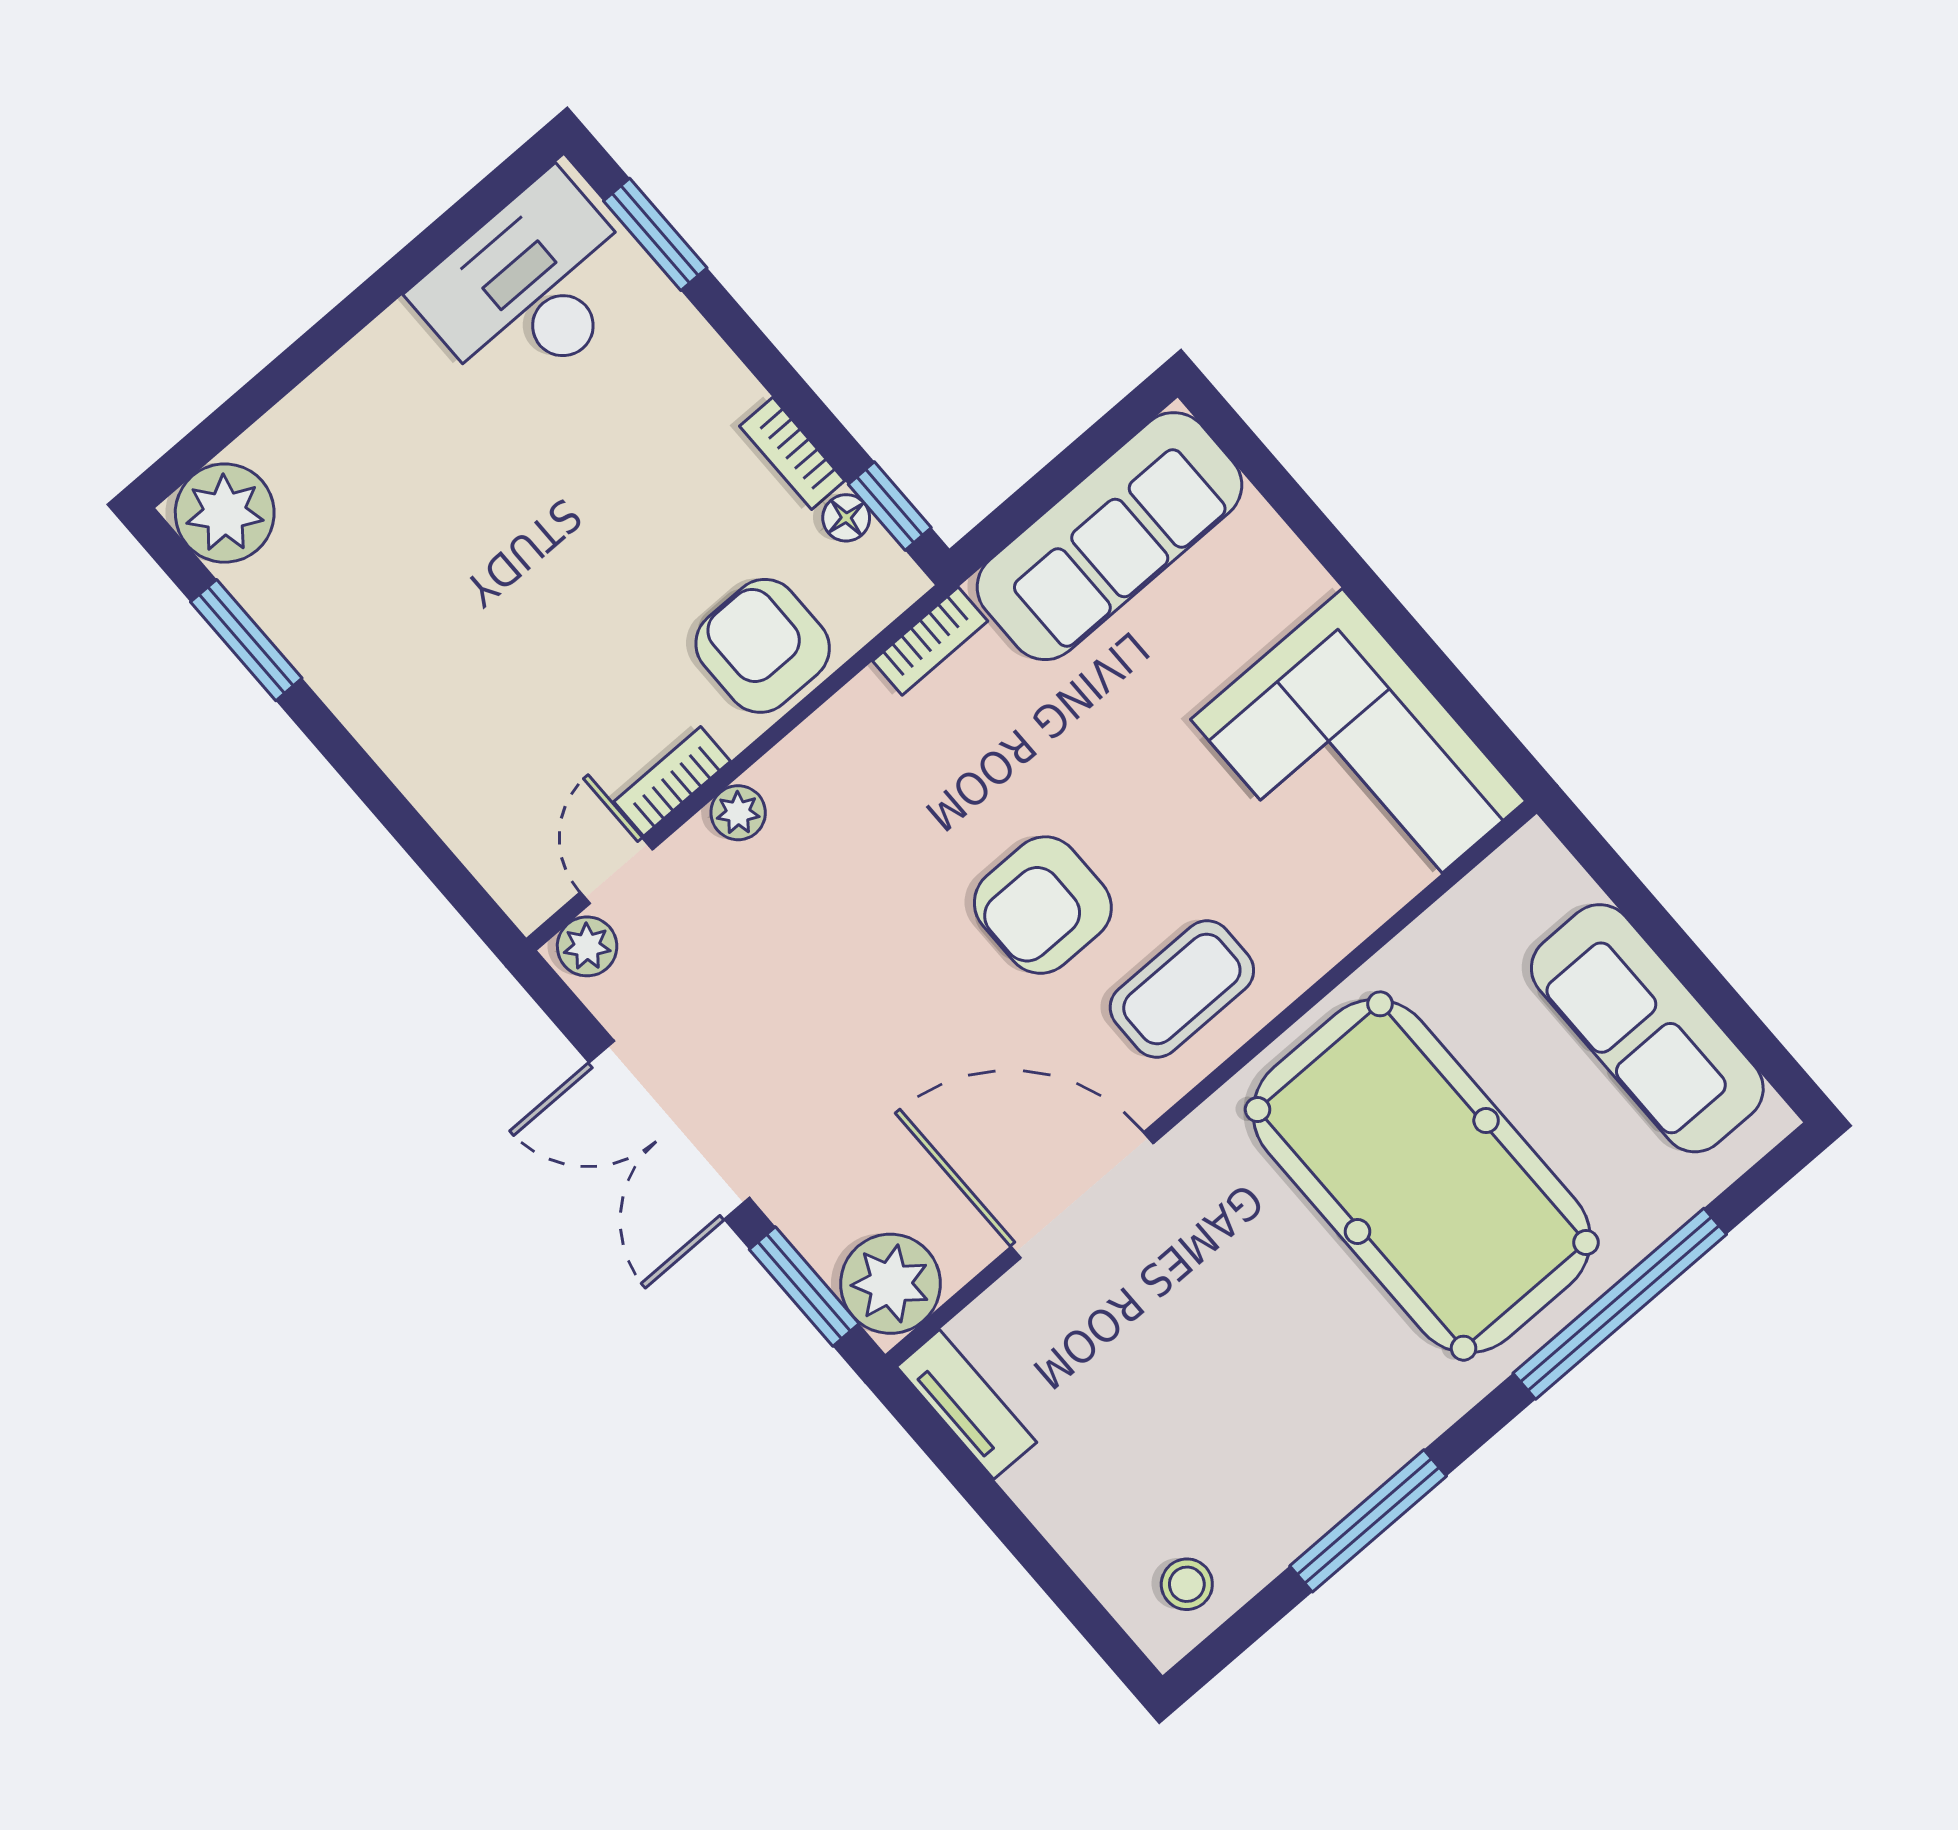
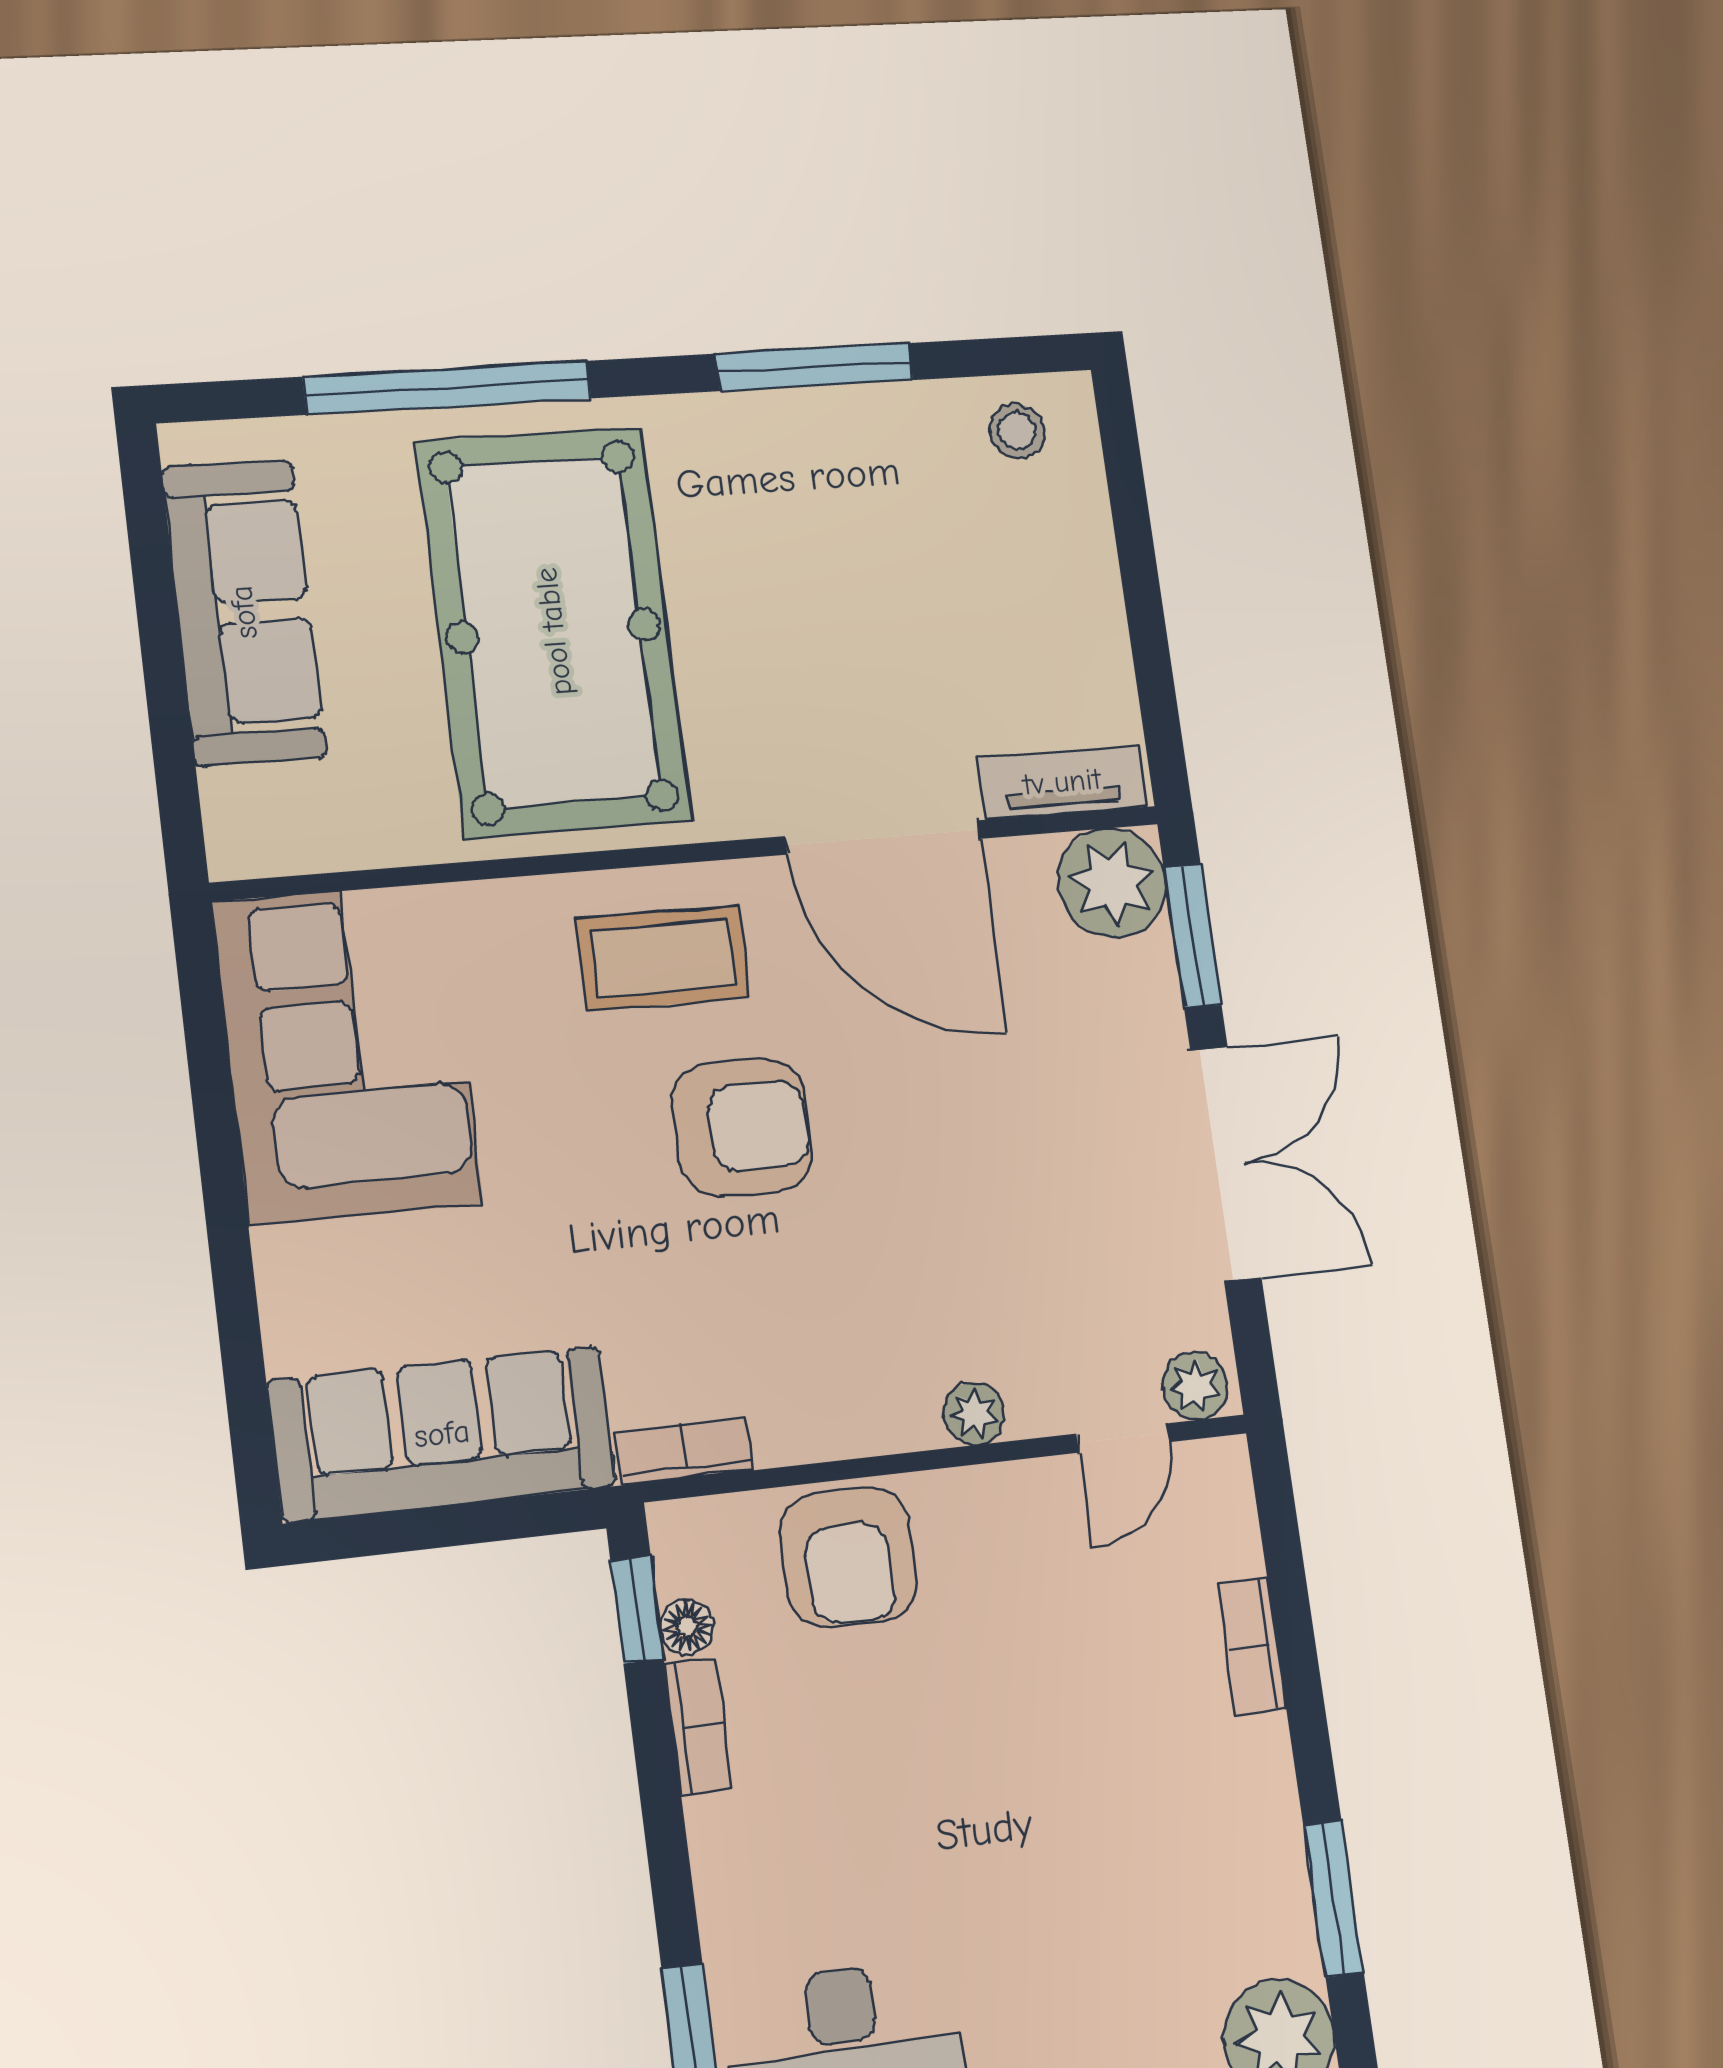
bookcase: (672, 781) -> (1252, 1646), moved, turned 90
tv unit: (967, 1404) -> (1062, 782), moved, turned 90

